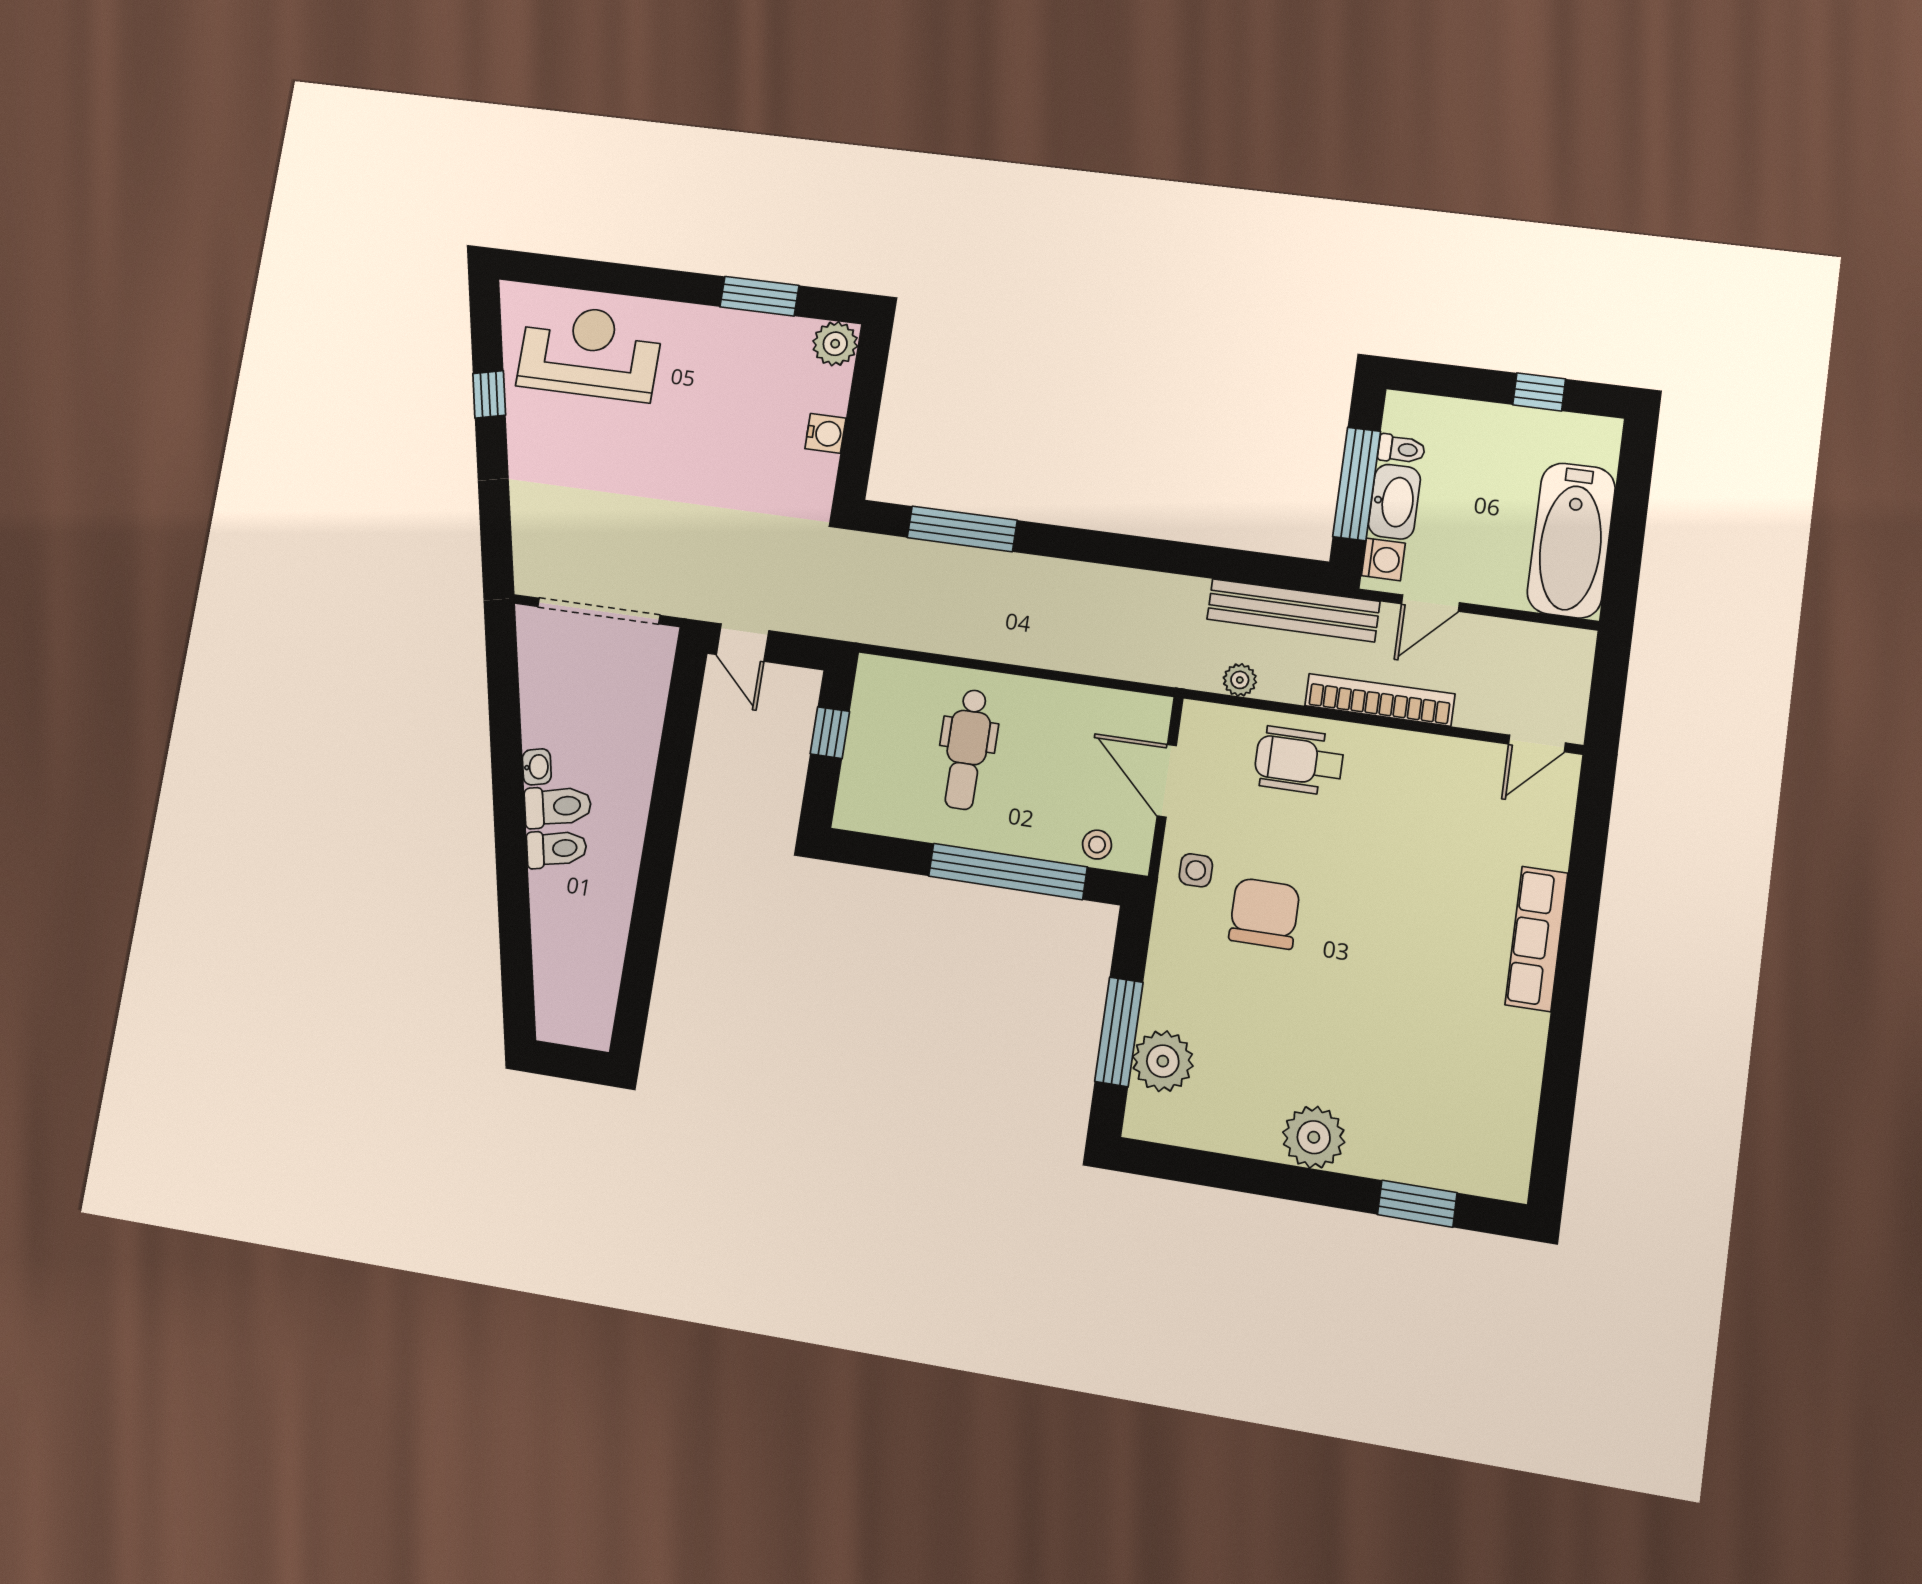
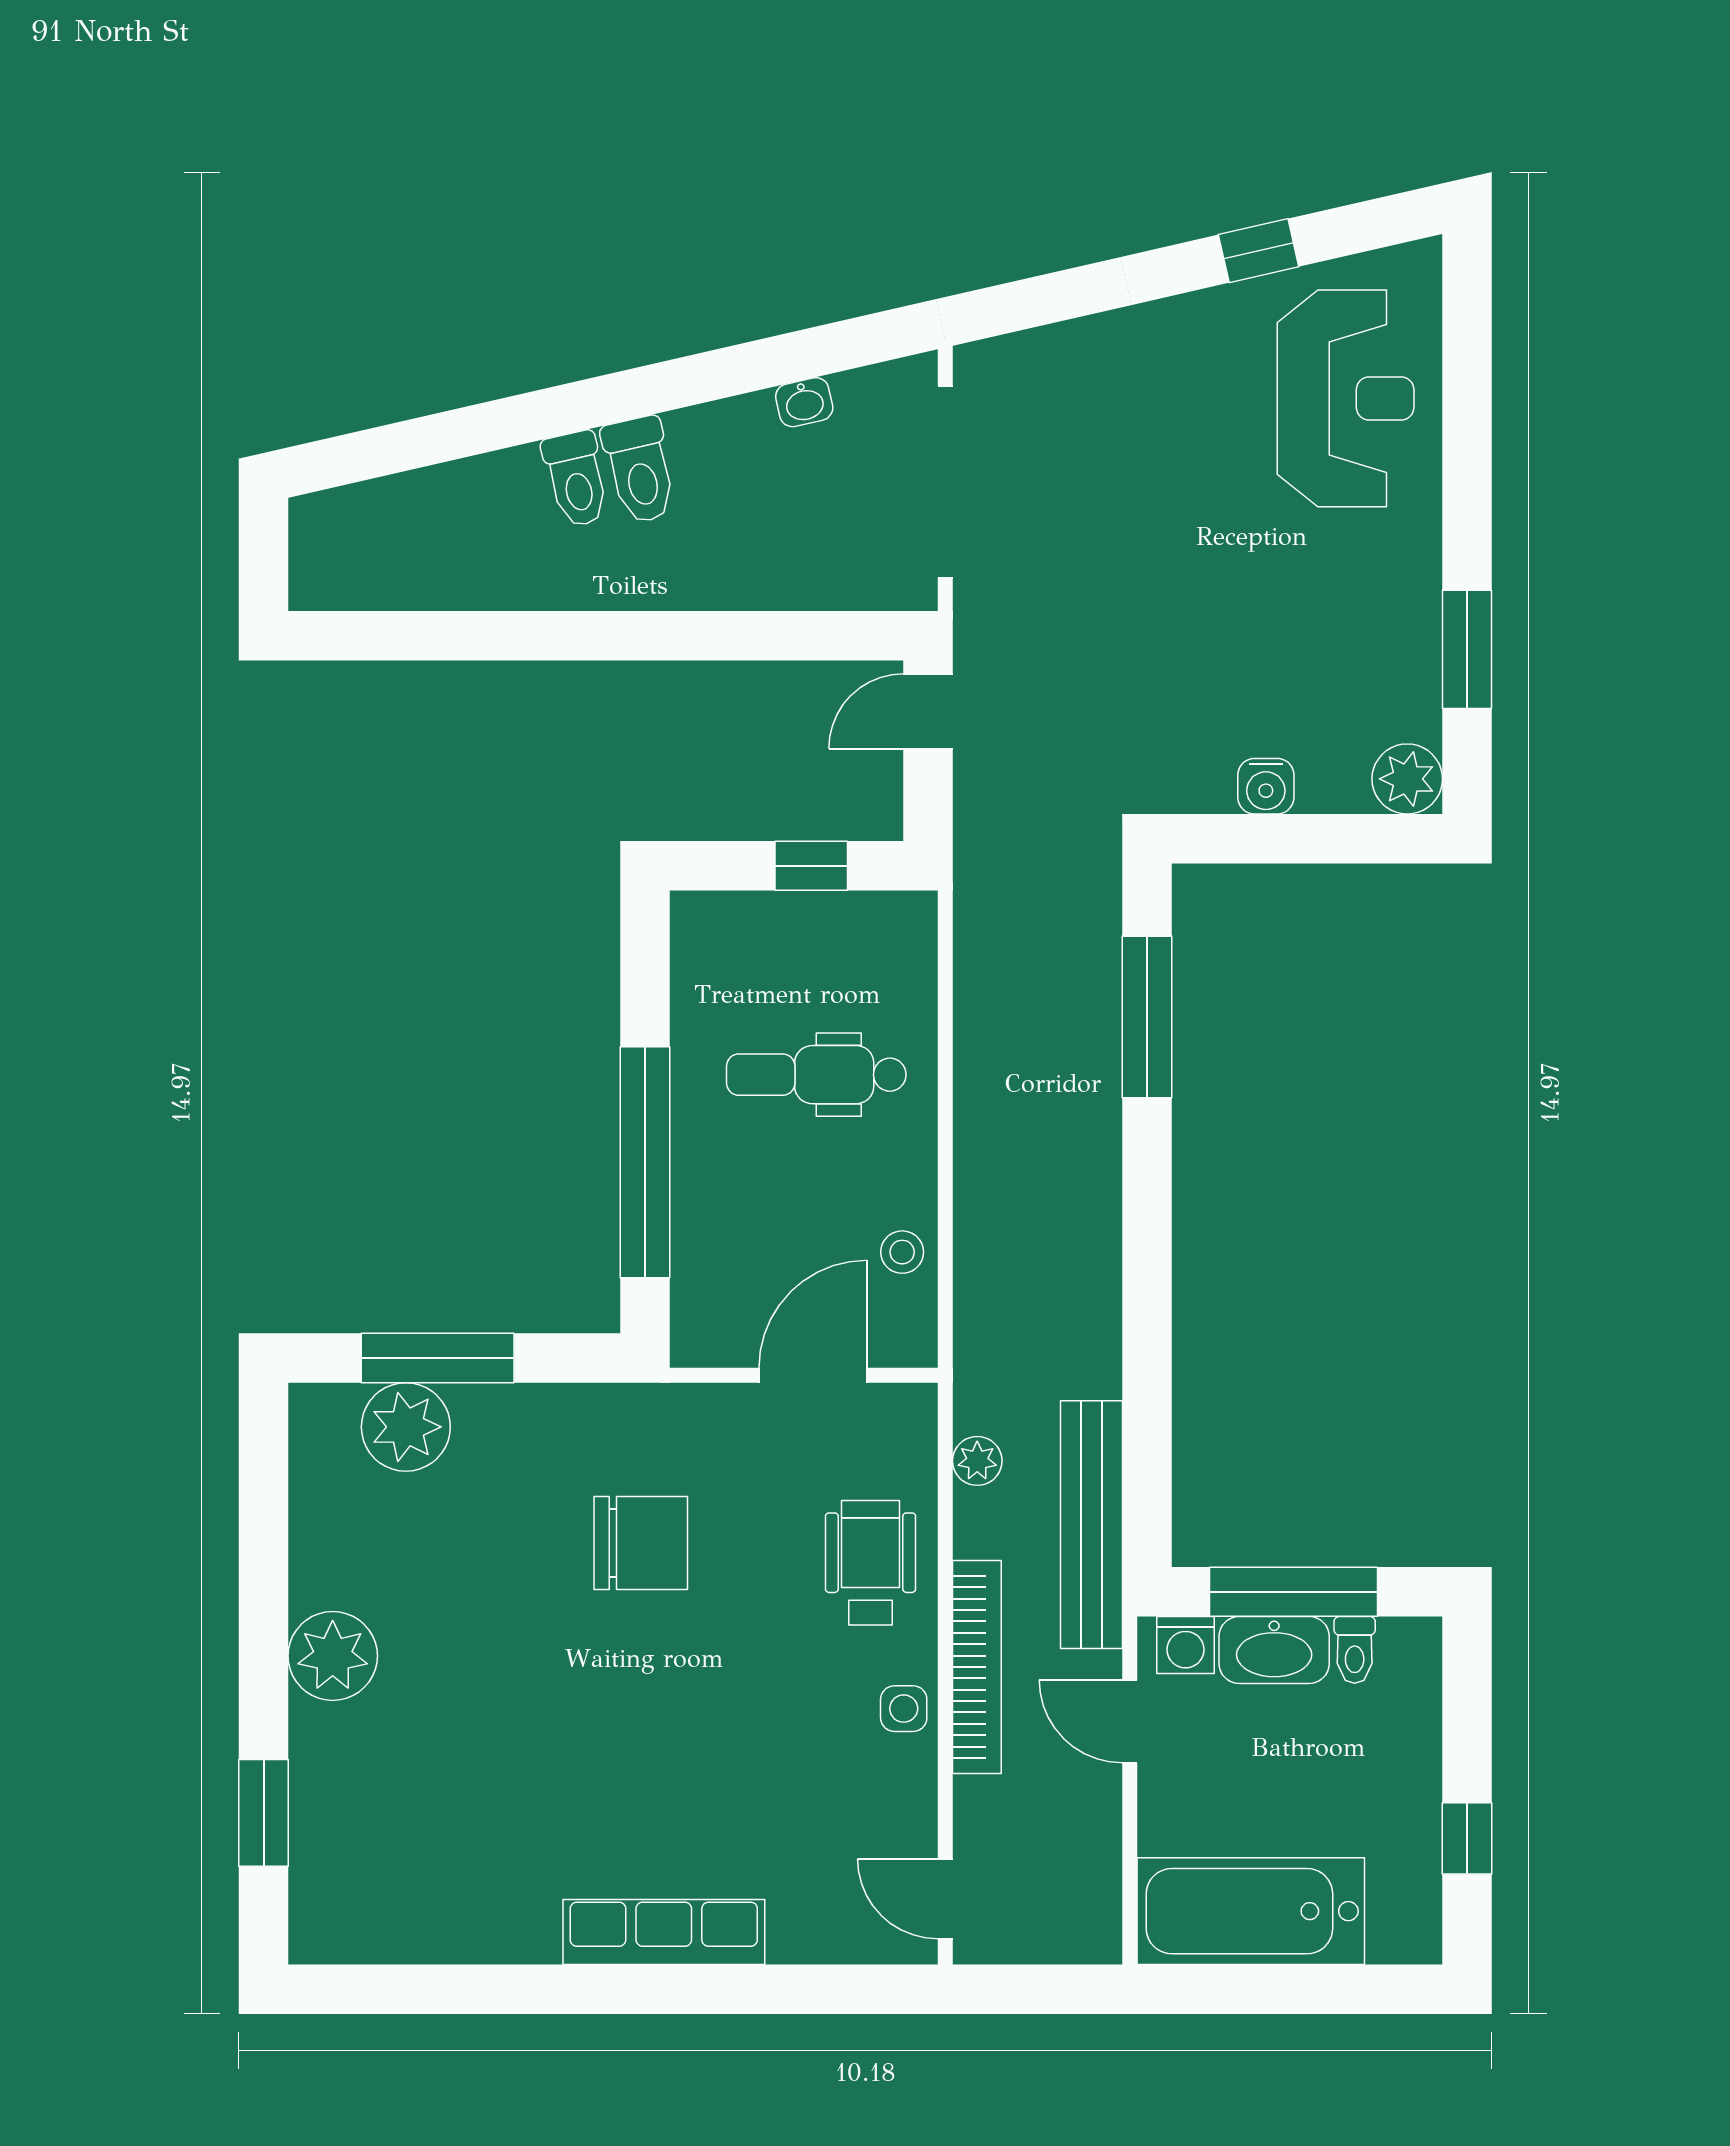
washbasin: (537, 767) -> (804, 402), moved
stool: (1097, 845) -> (902, 1252), moved
side table: (1196, 870) -> (904, 1709), moved

